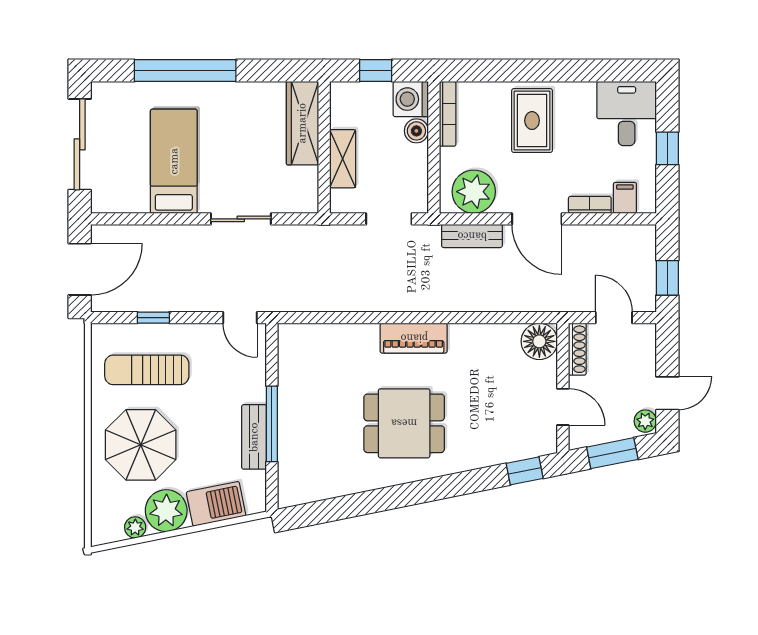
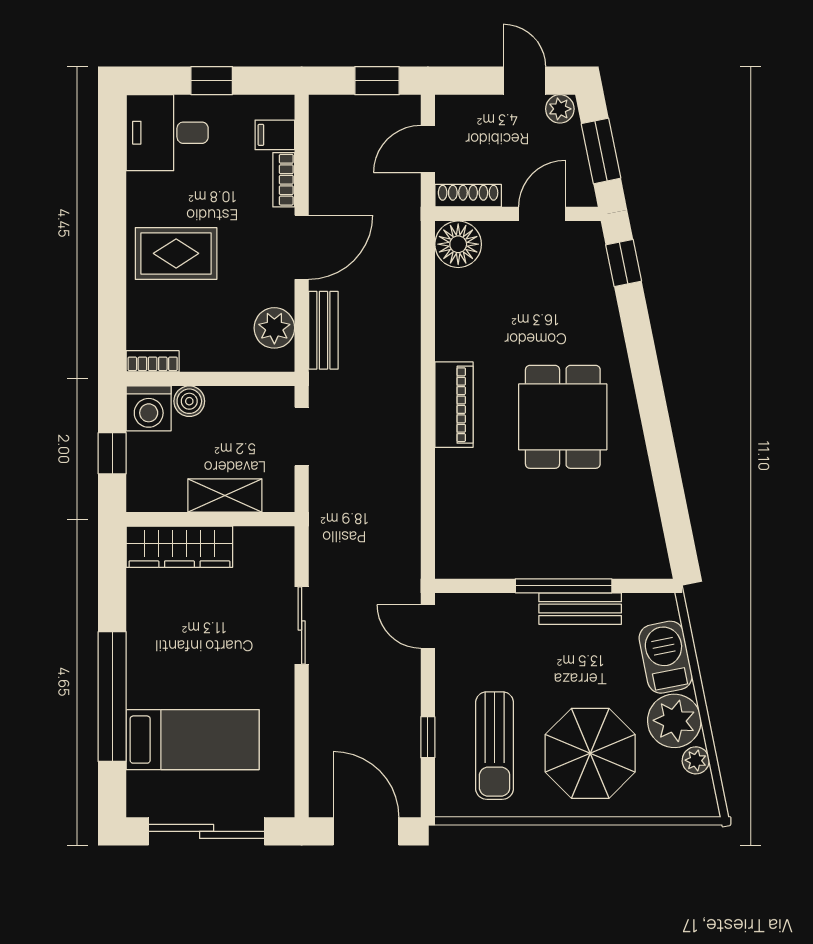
bookcase: (448, 114) -> (153, 361), width x0.64
bed: (174, 161) -> (193, 740), moved, turned 180
plant: (474, 192) -> (274, 328), width x0.73, depth x0.73
door: (240, 318) -> (428, 626), swing flipped

